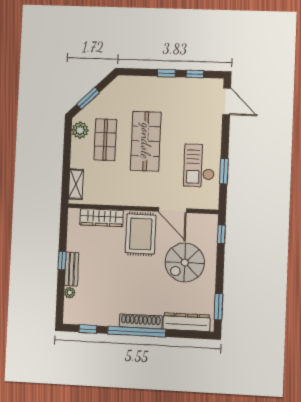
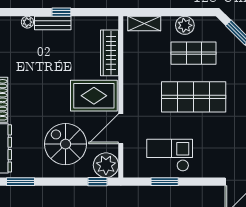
plant: (80, 130) -> (185, 25), moved
plant: (206, 225) -> (106, 165), added

